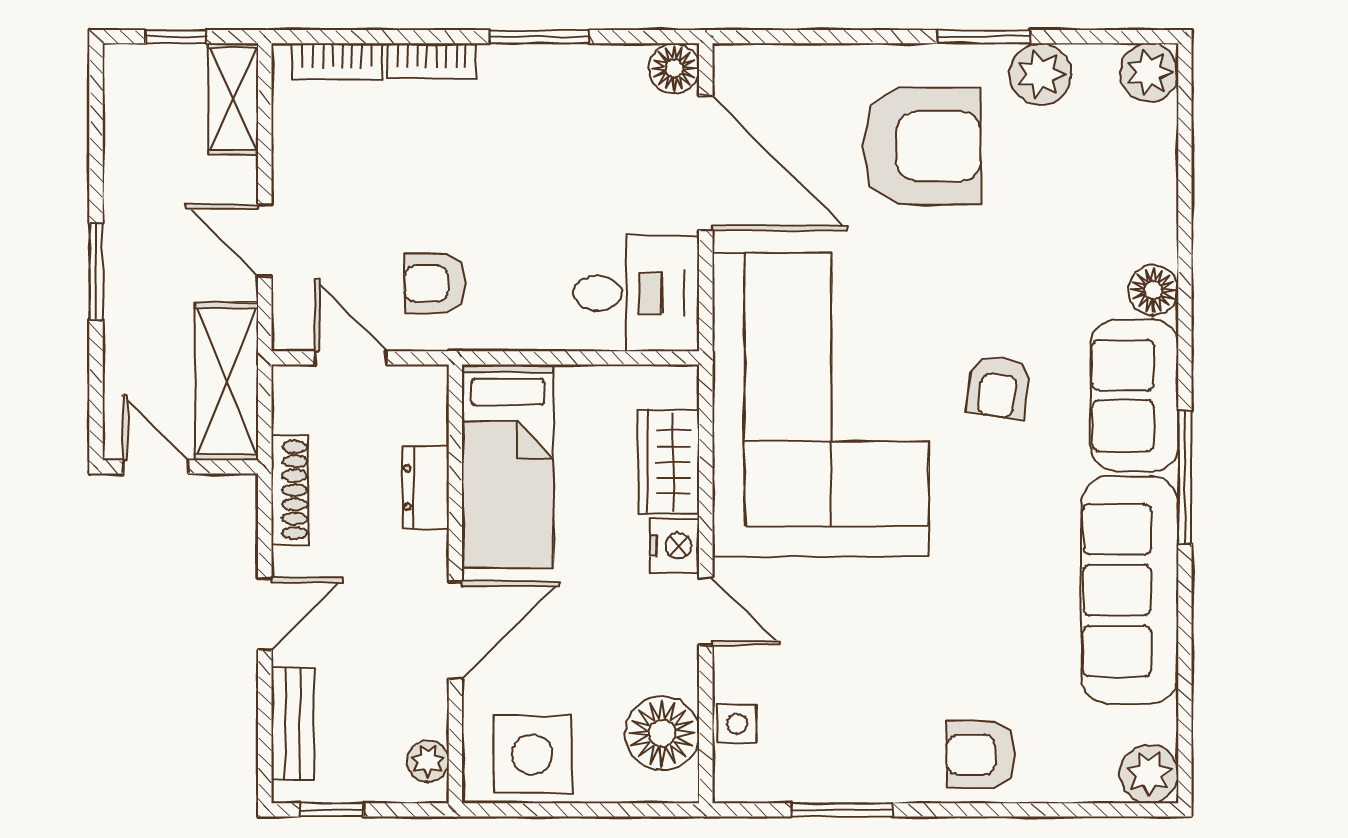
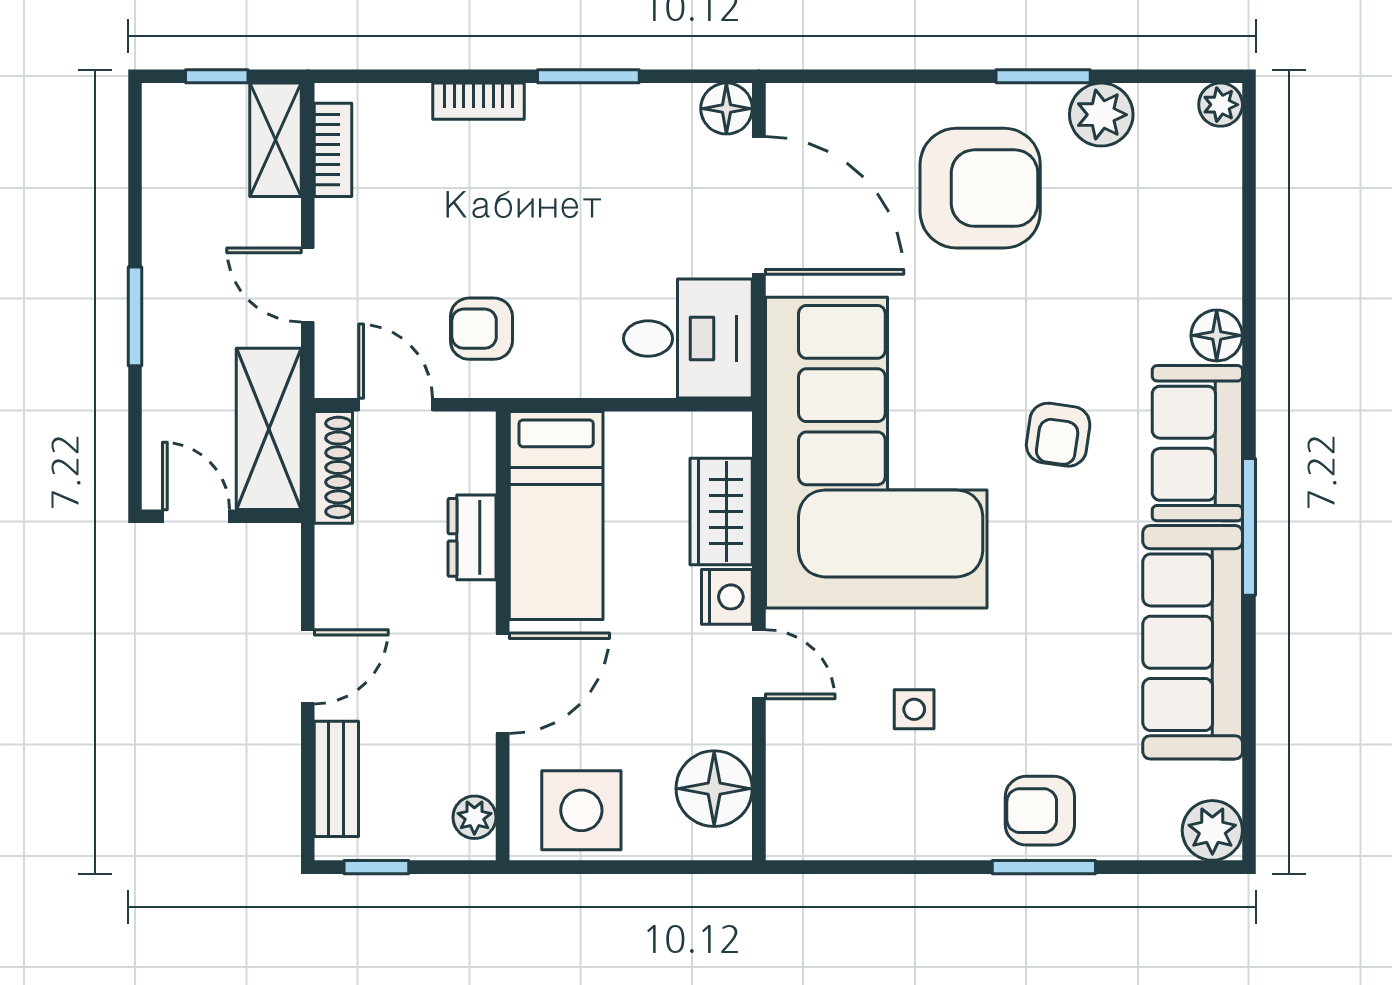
bookcase: (337, 61) -> (333, 150), moved, turned -90
plant: (1149, 72) -> (1221, 105), width x0.73, depth x0.73
shoe rack: (290, 490) -> (333, 467), moved
side table: (737, 724) -> (914, 709), moved
window: (842, 810) -> (1044, 867), moved

